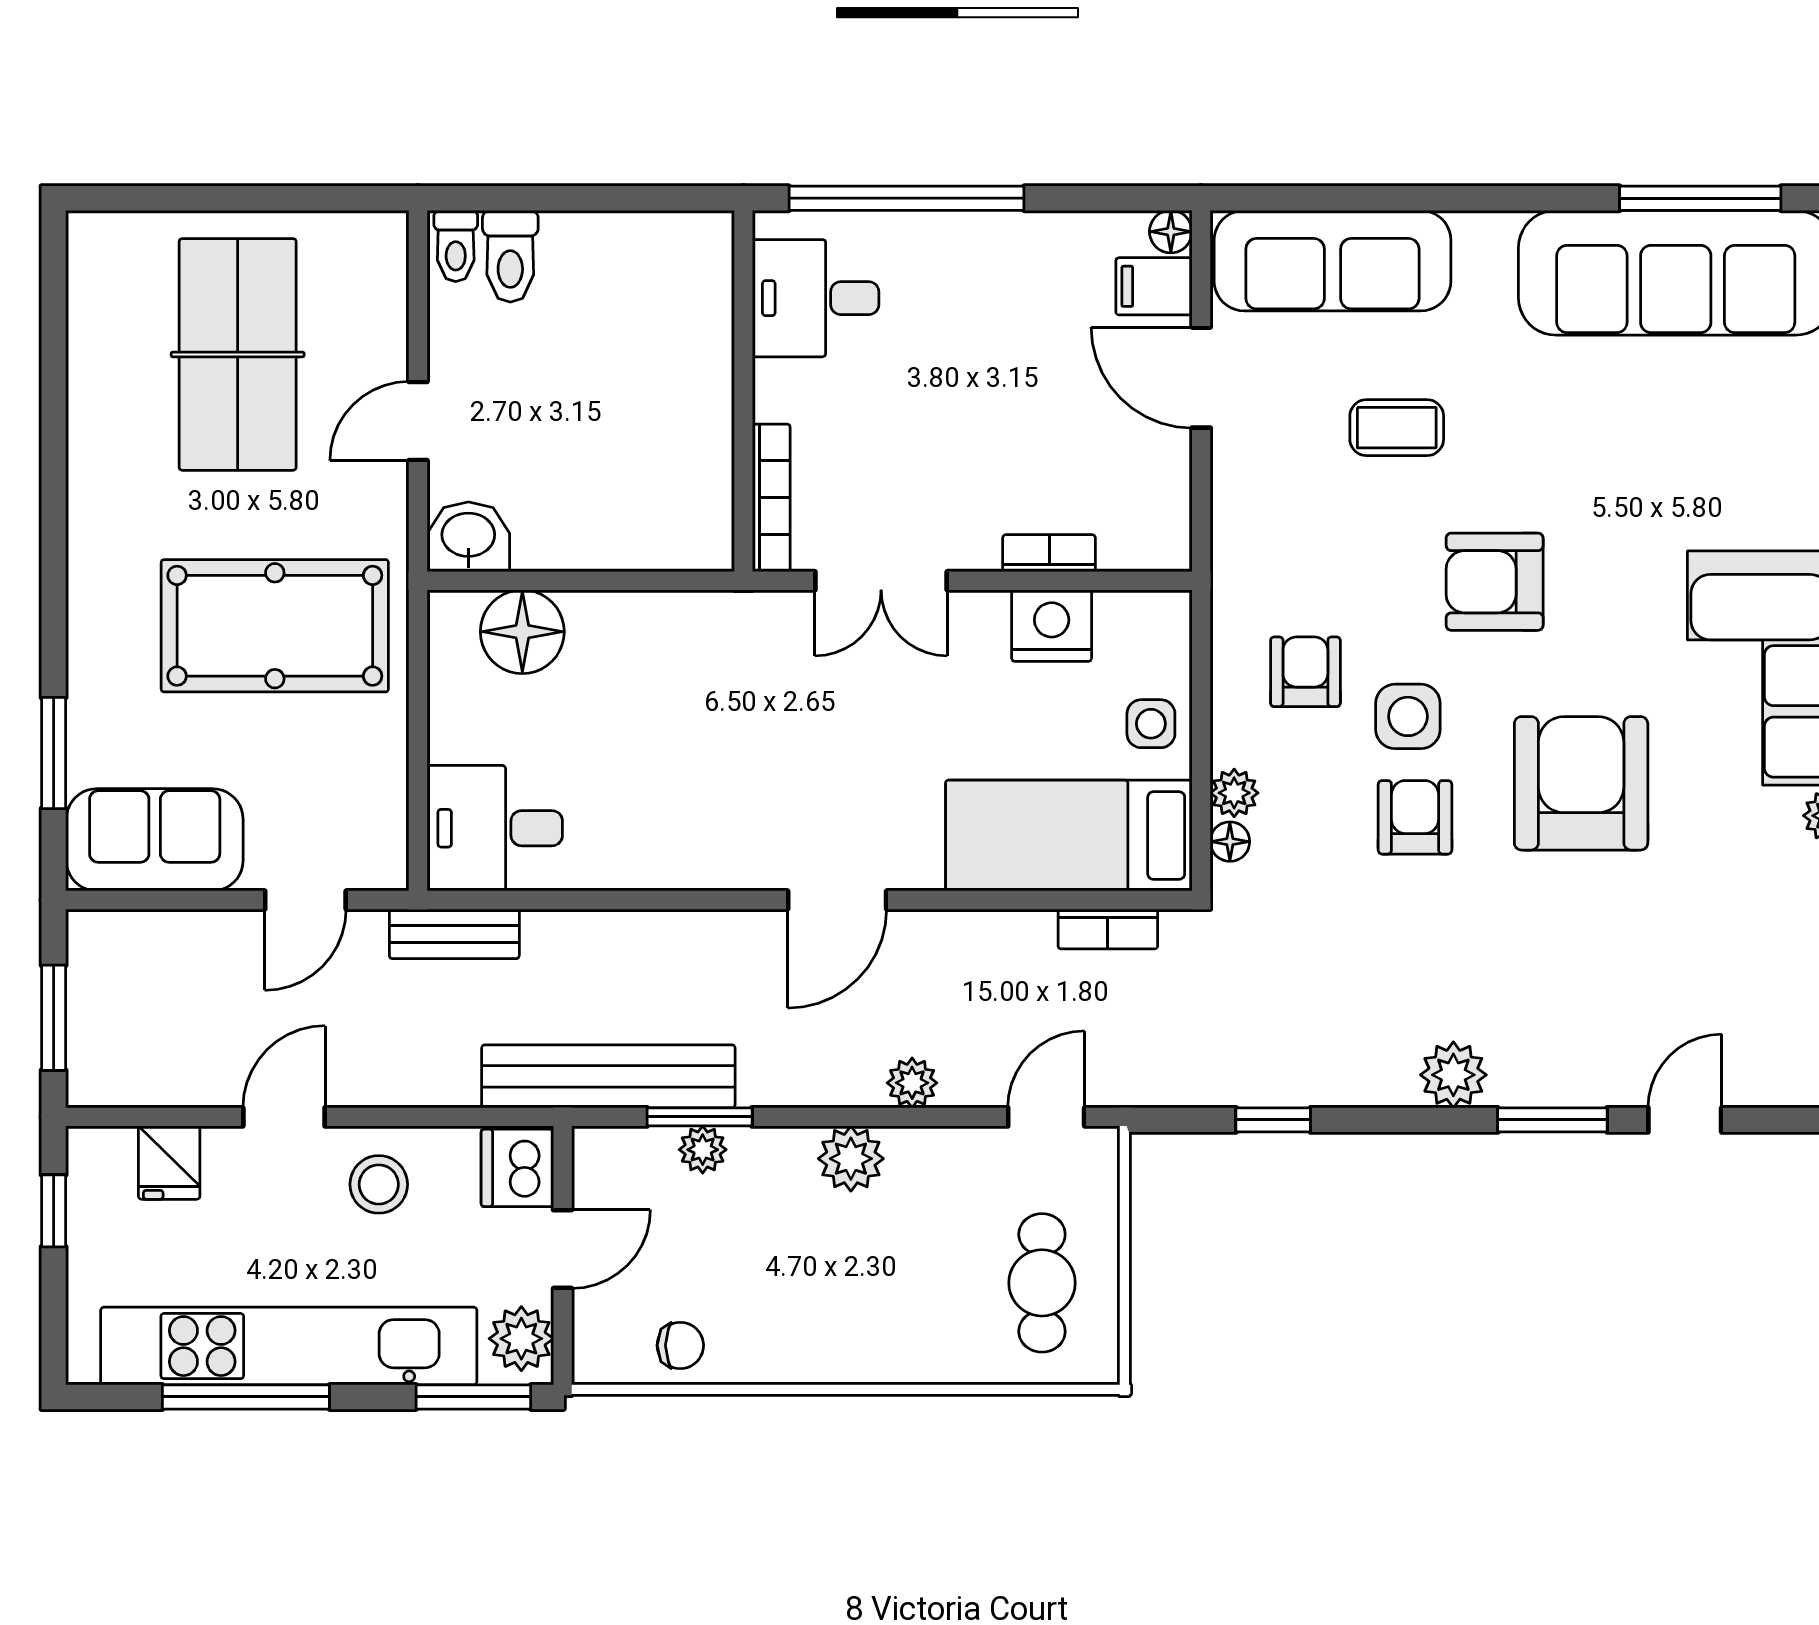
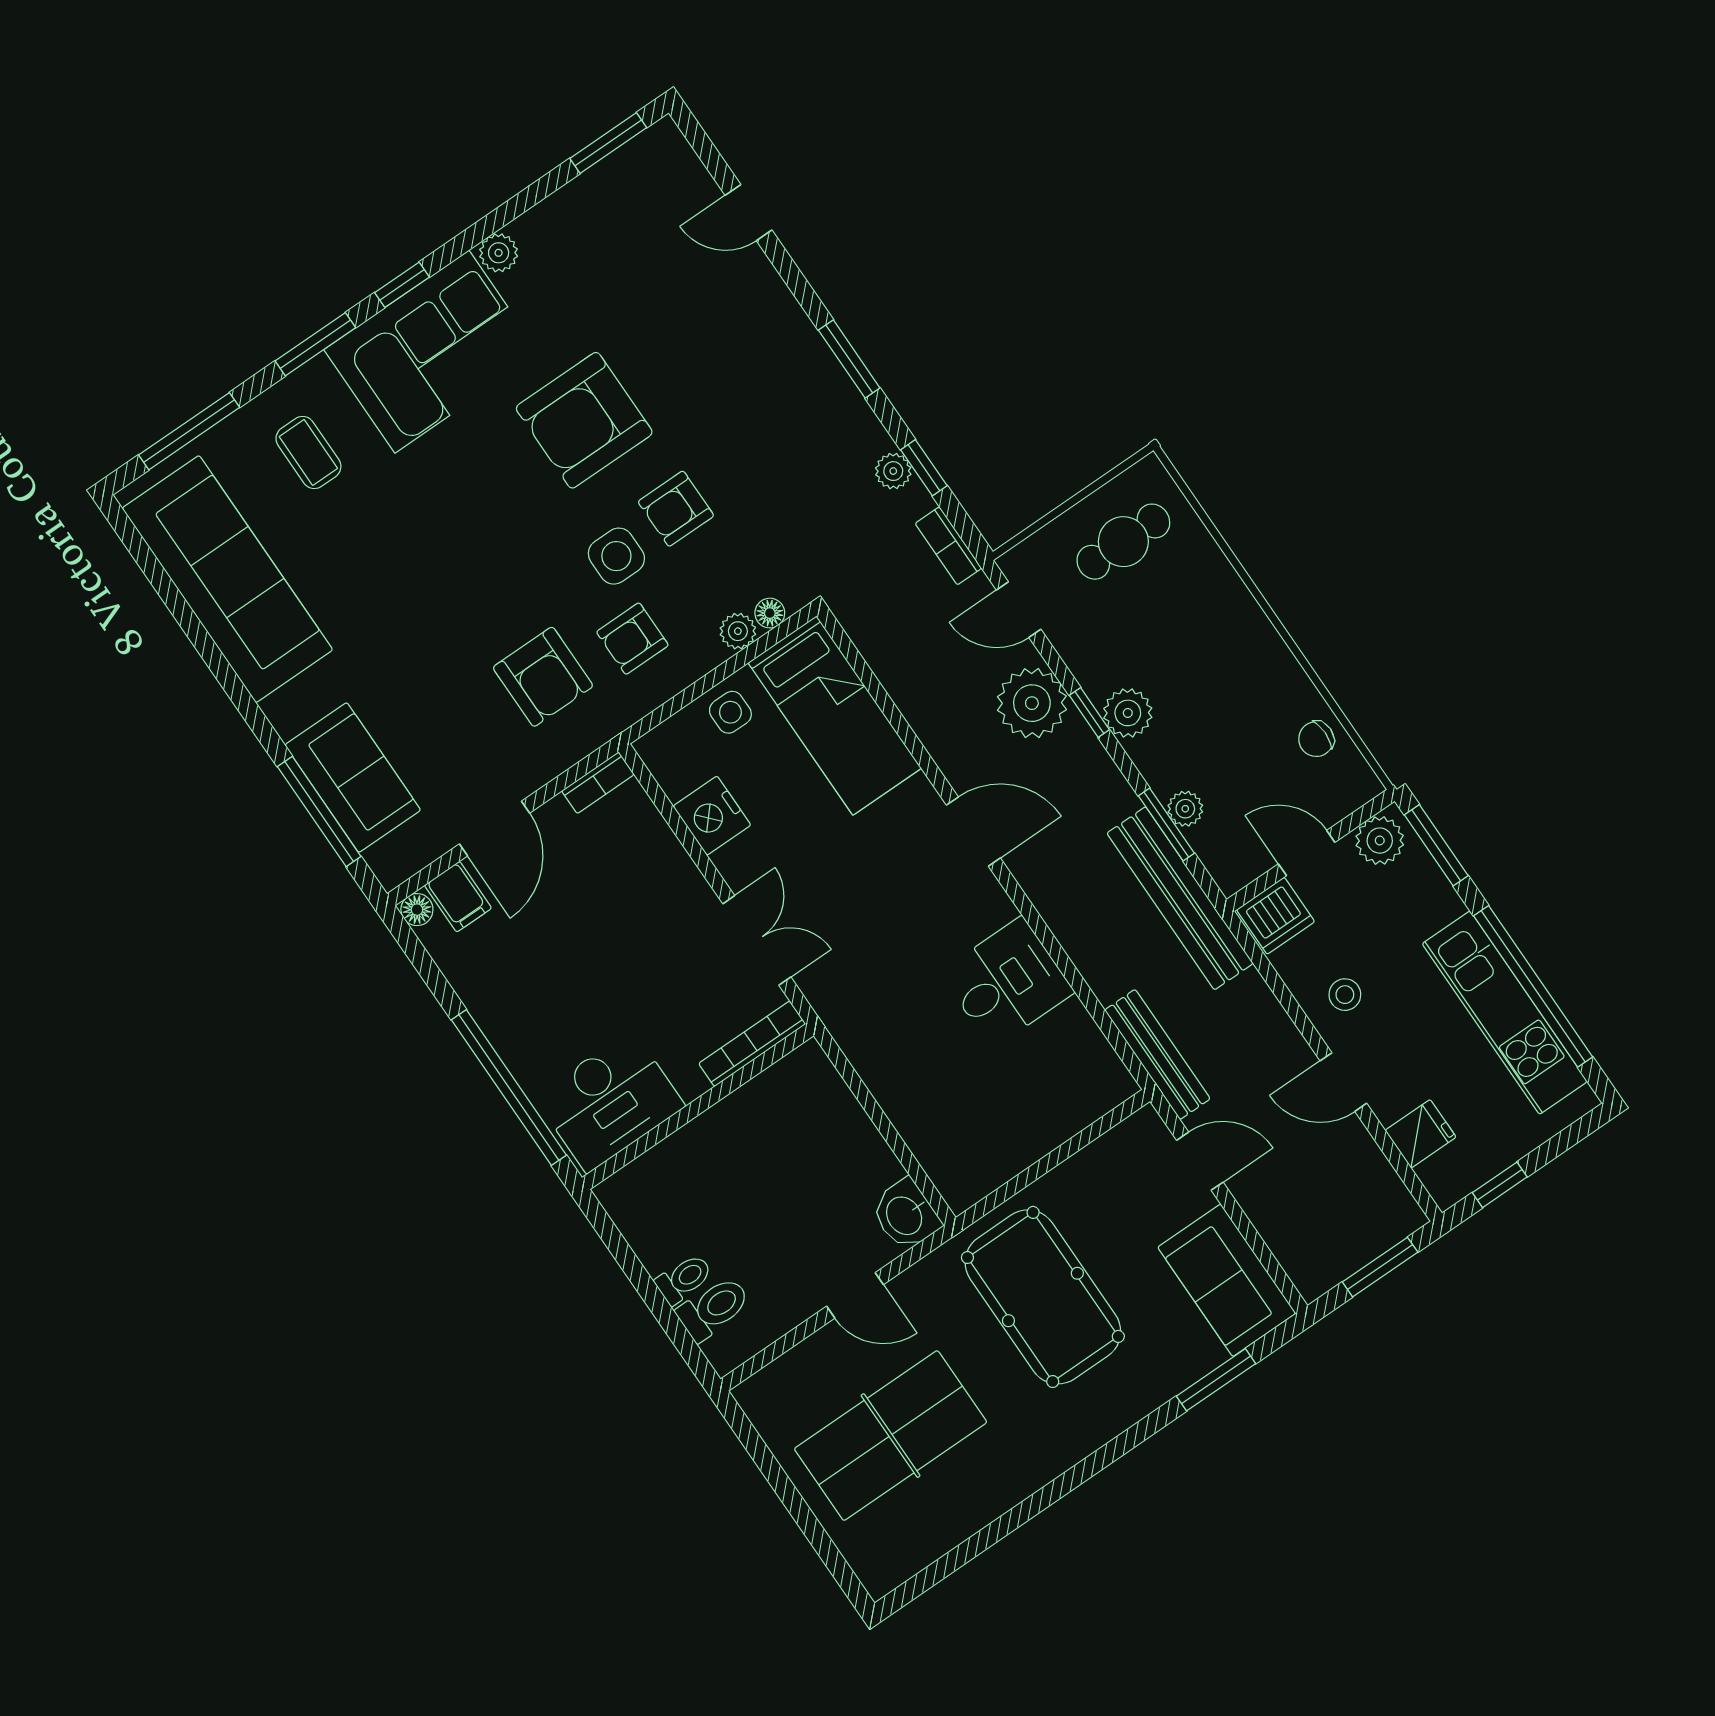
window: (1700, 198) -> (319, 812), moved
toilet: (456, 246) -> (684, 1279), moved
sofa: (1332, 261) -> (353, 778), width x0.73
desk: (816, 298) -> (610, 1101), width x1.37
coffee table: (1397, 428) -> (308, 453), moved
bookcase: (1049, 553) -> (598, 783), moved, turned -90
armchair: (1495, 582) -> (543, 677), moved
floor lamp: (522, 632) -> (941, 1141), removed
desk: (495, 828) -> (1007, 982), moved, turned -90
bookcase: (1108, 929) -> (948, 546), moved, turned 180
bench: (454, 934) -> (1157, 1054), width x1.36
plant: (1453, 1075) -> (893, 471), moved, width x0.73, depth x0.73
plant: (912, 1083) -> (1032, 703), width x1.88, depth x1.88
window: (880, 1117) -> (1089, 713), added
window: (1552, 1120) -> (849, 359), moved
stool: (379, 1184) -> (1345, 995), width x0.73, depth x0.73
chair: (680, 1345) -> (1316, 739), turned -90
kitchen unit: (289, 1346) -> (1505, 1013), width x0.73
window: (246, 1397) -> (1533, 986), width x1.46

